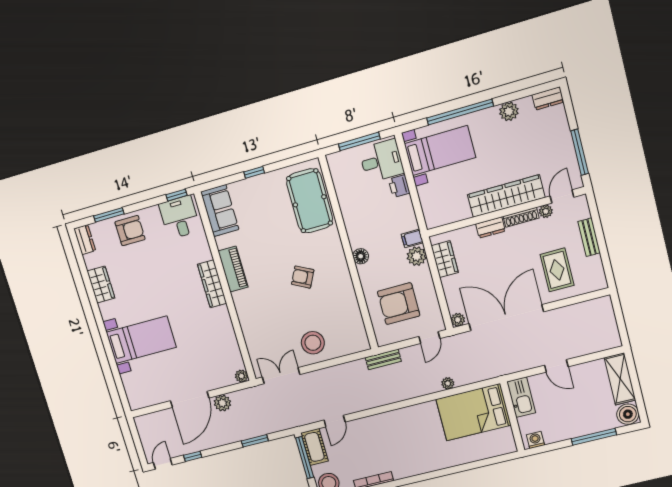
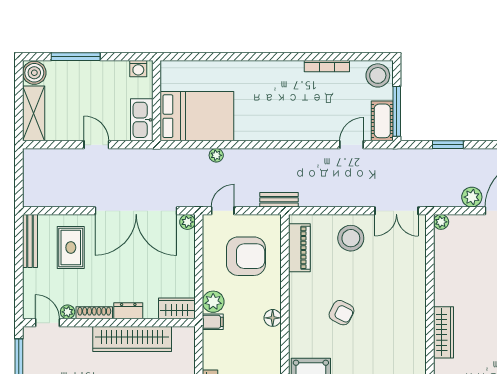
wardrobe: (506, 196) -> (132, 339), moved
door: (562, 197) -> (47, 323), swing flipped
bench: (589, 237) -> (30, 241), moved, width x1.36
wardrobe: (445, 259) -> (177, 308), moved, turned 90
piano: (233, 269) -> (299, 248), moved, turned 180

